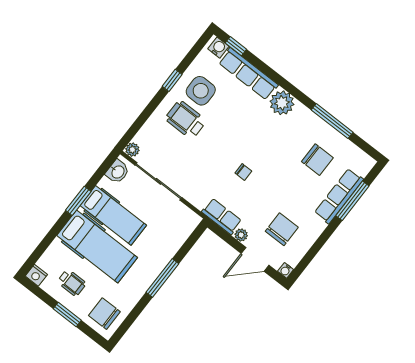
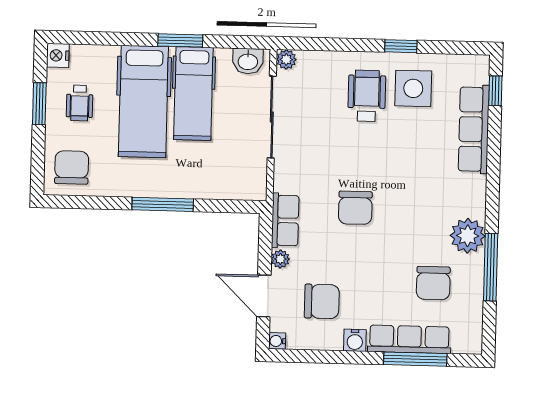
water cooler: (218, 48) -> (355, 340), moved, turned 90
plant: (282, 103) -> (468, 236), moved
chair: (243, 172) -> (355, 208), width x1.87, depth x1.87
window: (67, 315) -> (39, 104), moved

